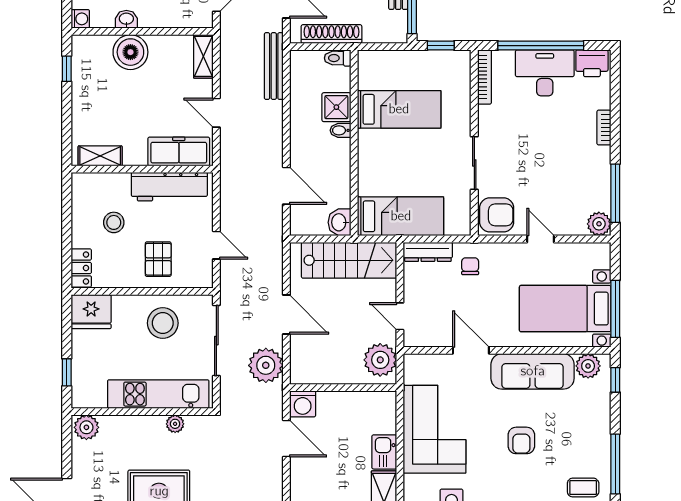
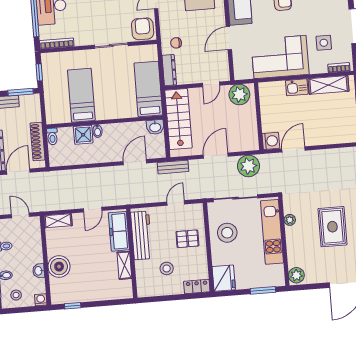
bench: (274, 66) -> (173, 167), moved, width x0.73
shelving: (100, 156) -> (124, 265), moved
window: (67, 372) -> (263, 290), width x1.50

